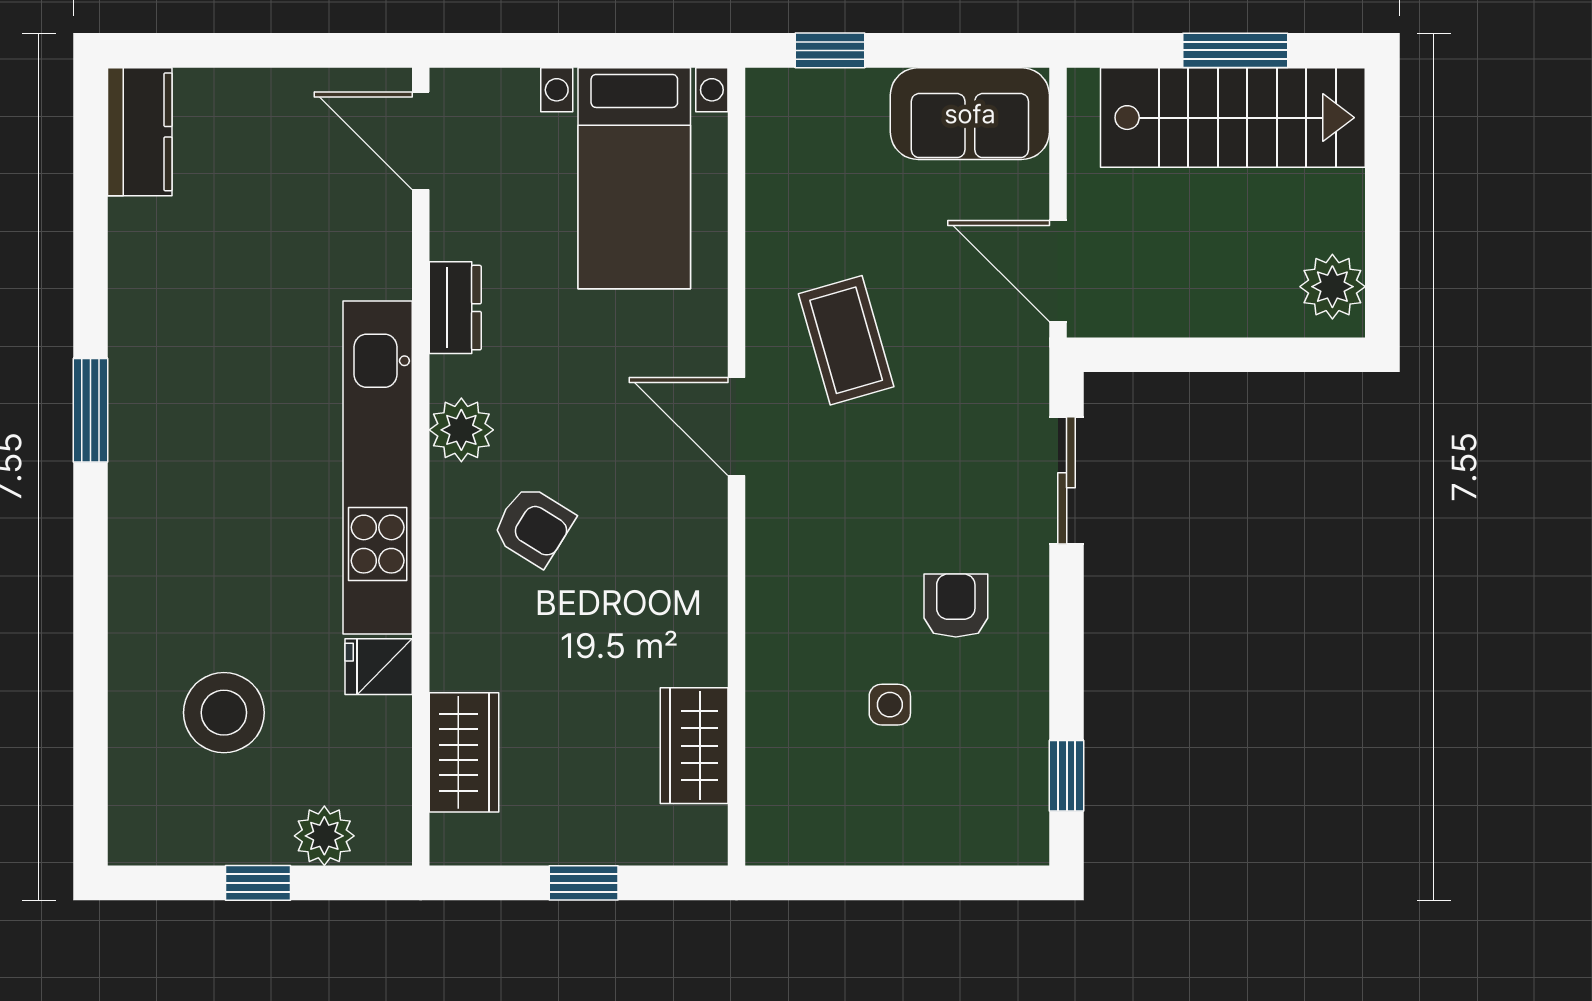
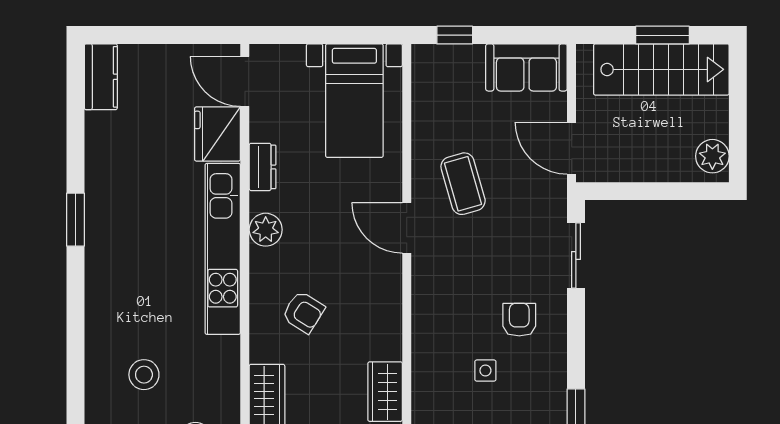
armchair: (533, 526) -> (303, 312), moved
fridge: (379, 667) -> (217, 134), moved, width x1.88, depth x1.34
stool: (224, 713) -> (144, 375), width x0.73, depth x0.73

